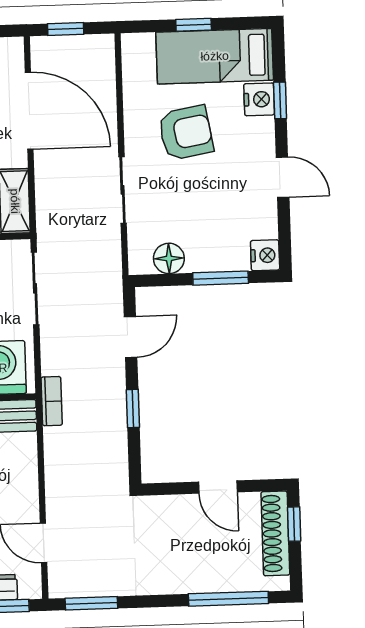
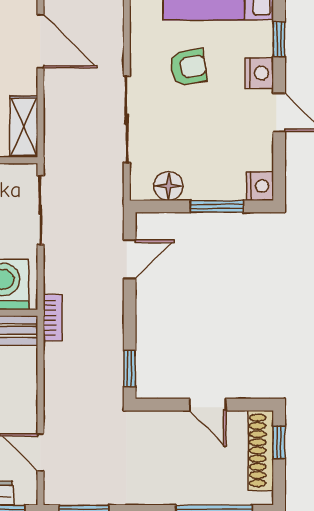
nightstand: (259, 99) -> (259, 73), moved
door: (29, 111) -> (40, 41), width x0.73
armchair: (186, 133) -> (188, 67), width x0.72, depth x0.72
sliding door: (123, 190) -> (127, 119), width x1.37
window: (133, 408) -> (130, 369), moved

